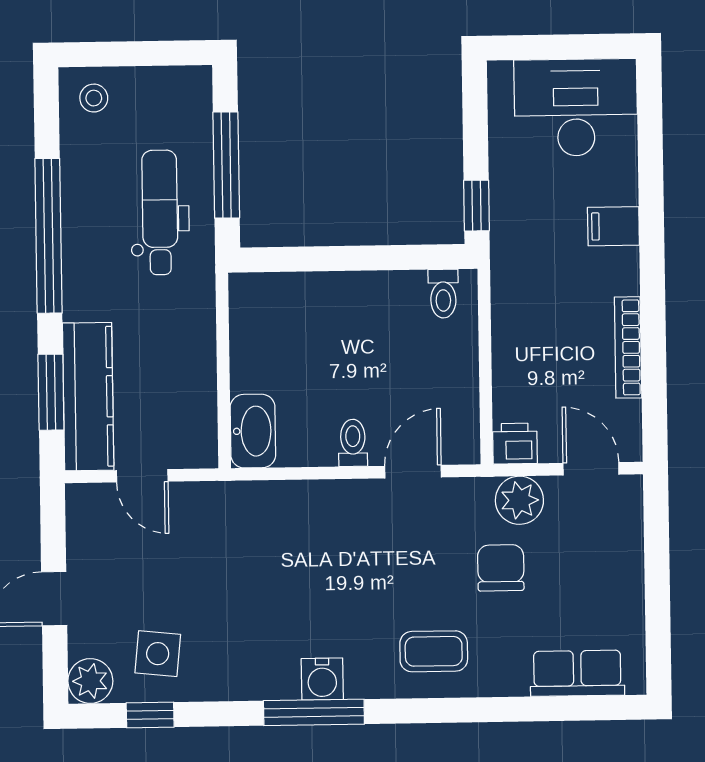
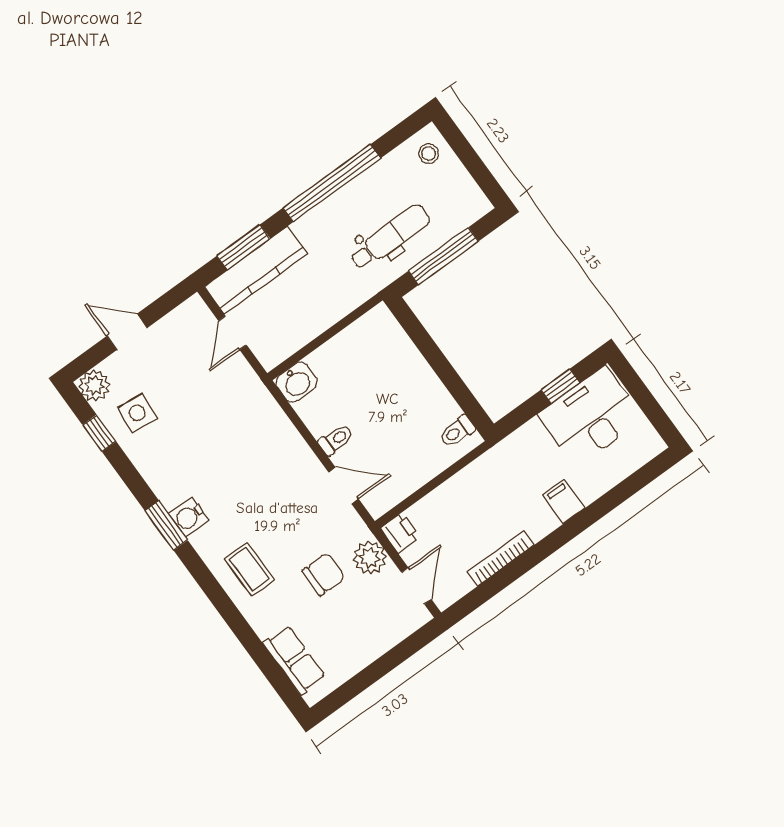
desk: (576, 107) -> (591, 416), moved, turned -90
window: (476, 206) -> (560, 386), moved
washbasin: (253, 431) -> (297, 382), width x0.72
window: (314, 712) -> (166, 526), width x0.69

